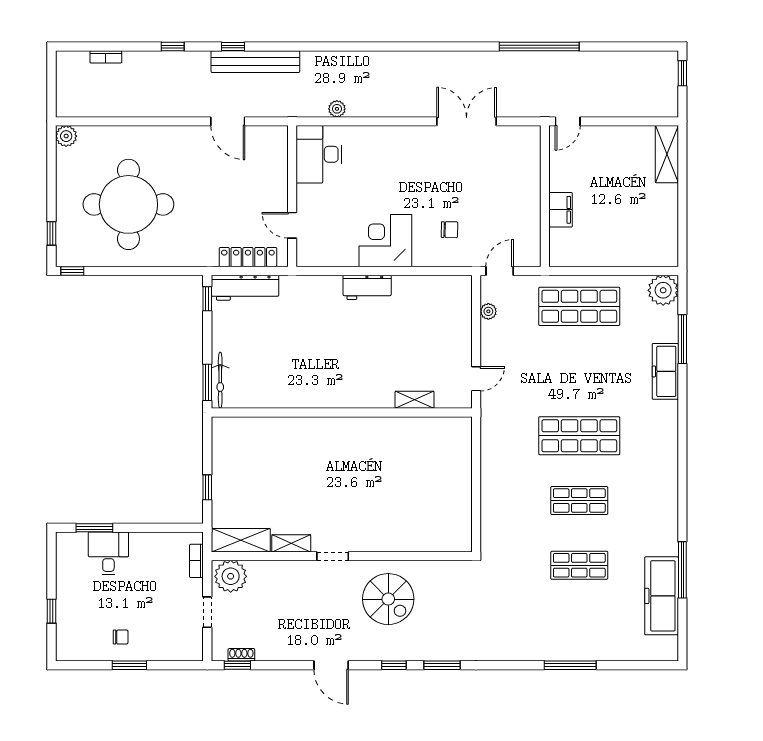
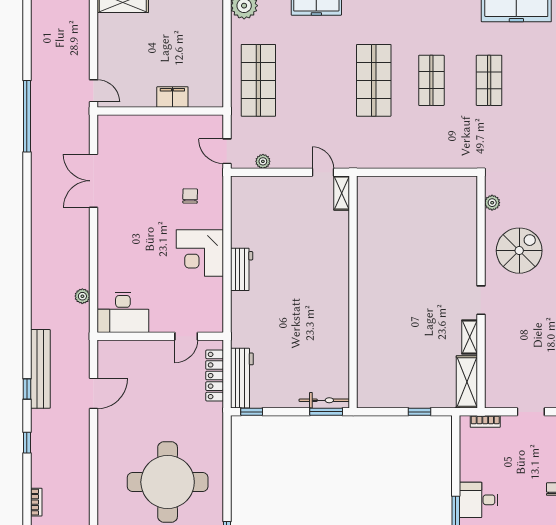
shelving: (415, 400) -> (342, 193), moved
plant: (231, 576) -> (492, 203), moved, width x0.53, depth x0.53

